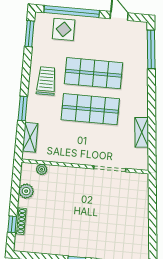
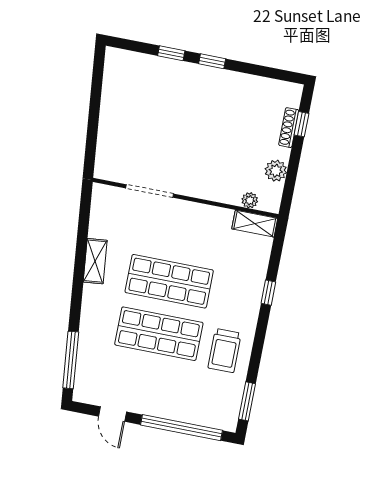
display table: (64, 29) -> (196, 403), removed
trolley: (46, 81) -> (225, 351), moved
window: (23, 109) -> (268, 293), width x0.67
shelving: (142, 132) -> (95, 261), moved
shelving: (30, 137) -> (255, 224), moved, turned 90

